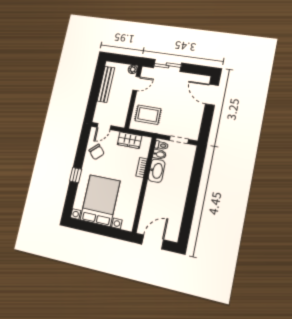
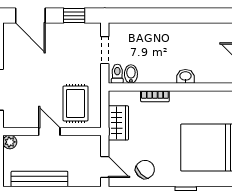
door: (136, 83) -> (49, 132), moved
door: (212, 95) -> (30, 16), hinge flipped
window: (206, 124) -> (74, 16), added
washbasin: (157, 171) -> (185, 76), moved, width x0.52, depth x0.69

